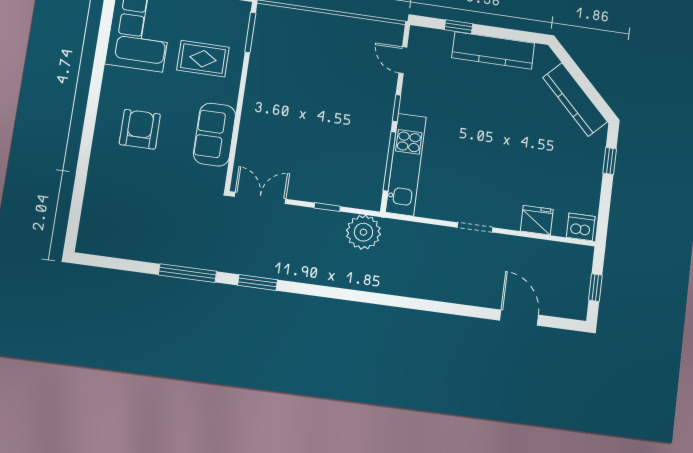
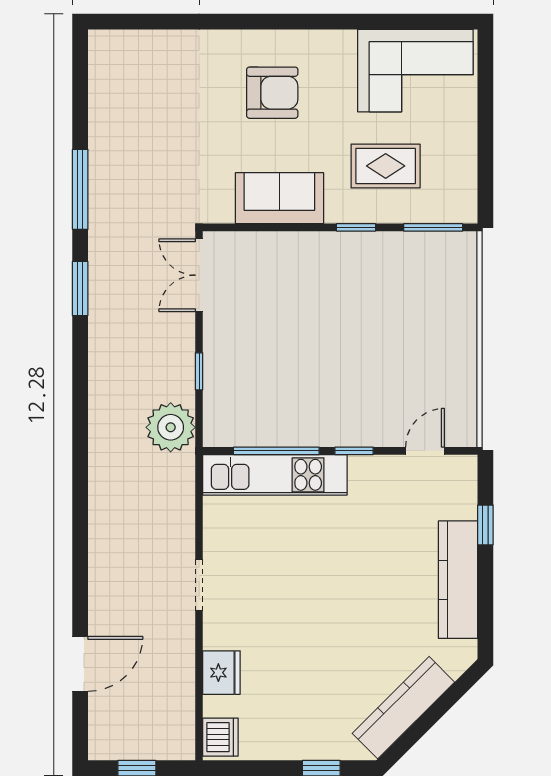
rug: (203, 59) -> (386, 166), turned 90
window: (243, 85) -> (356, 227), added
double door: (260, 198) -> (199, 275), swing flipped

